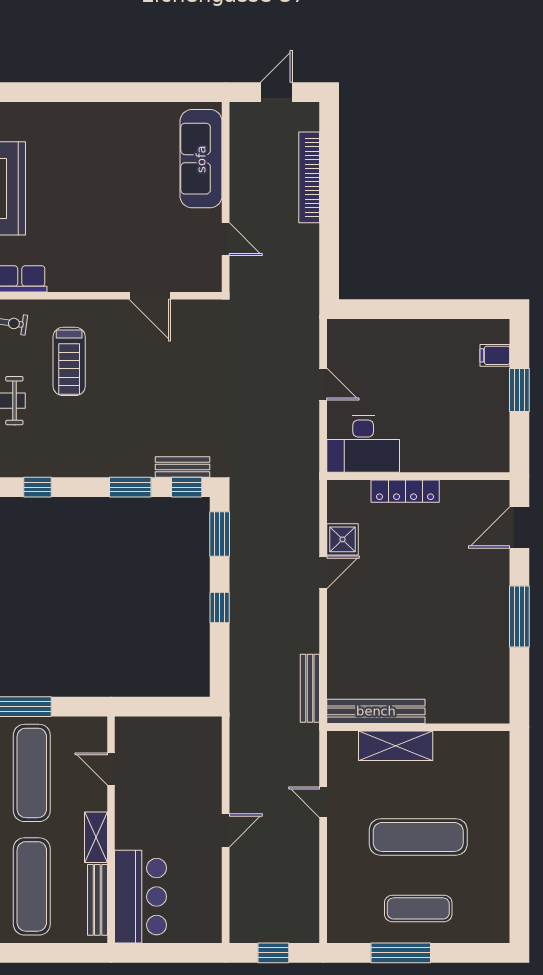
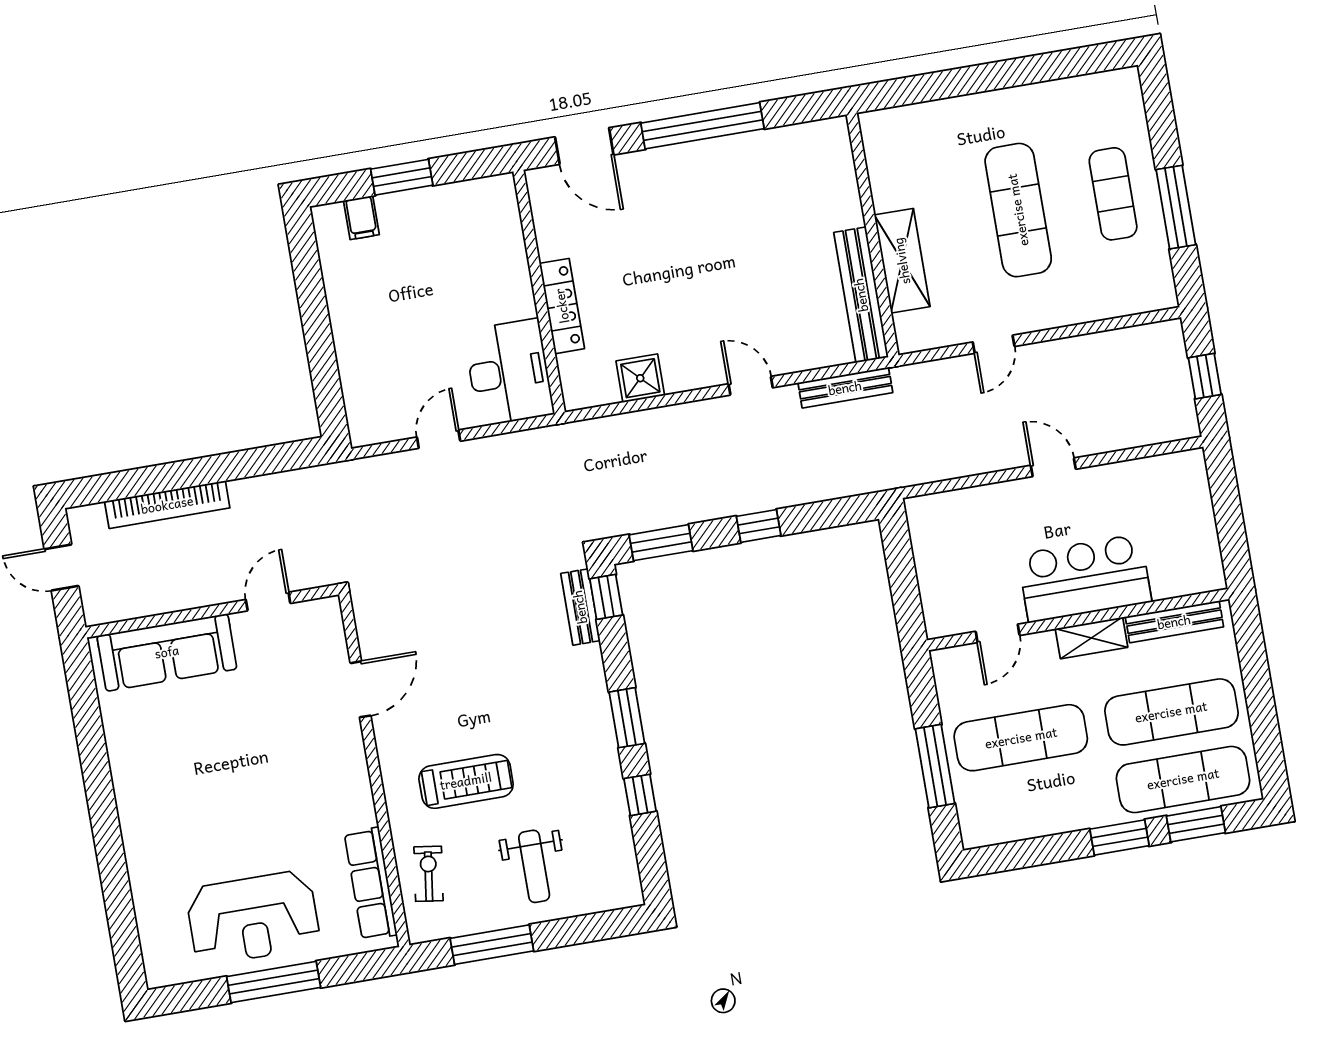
window: (130, 487) -> (627, 718), moved
door: (323, 572) -> (751, 386), moved
window: (519, 616) -> (702, 126), width x1.46
bar counter: (141, 897) -> (1085, 578), moved

